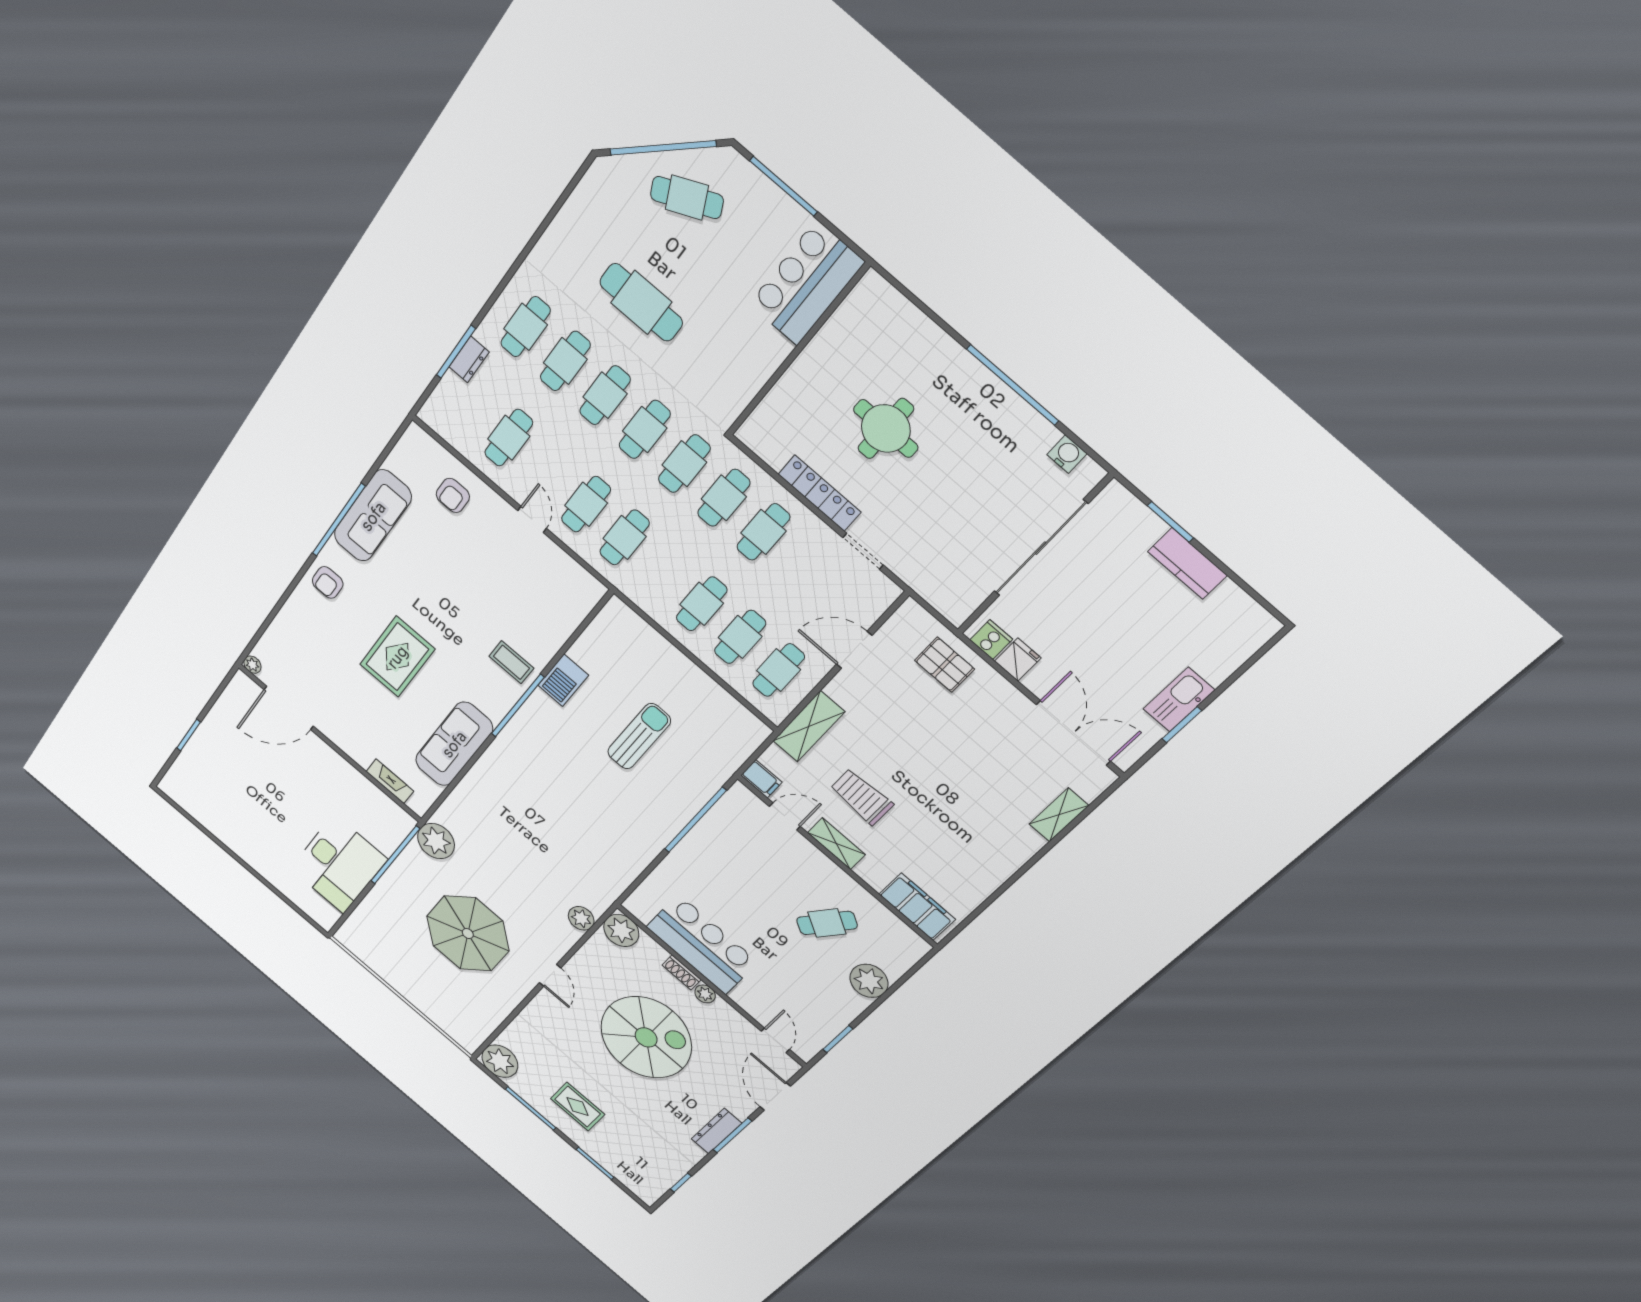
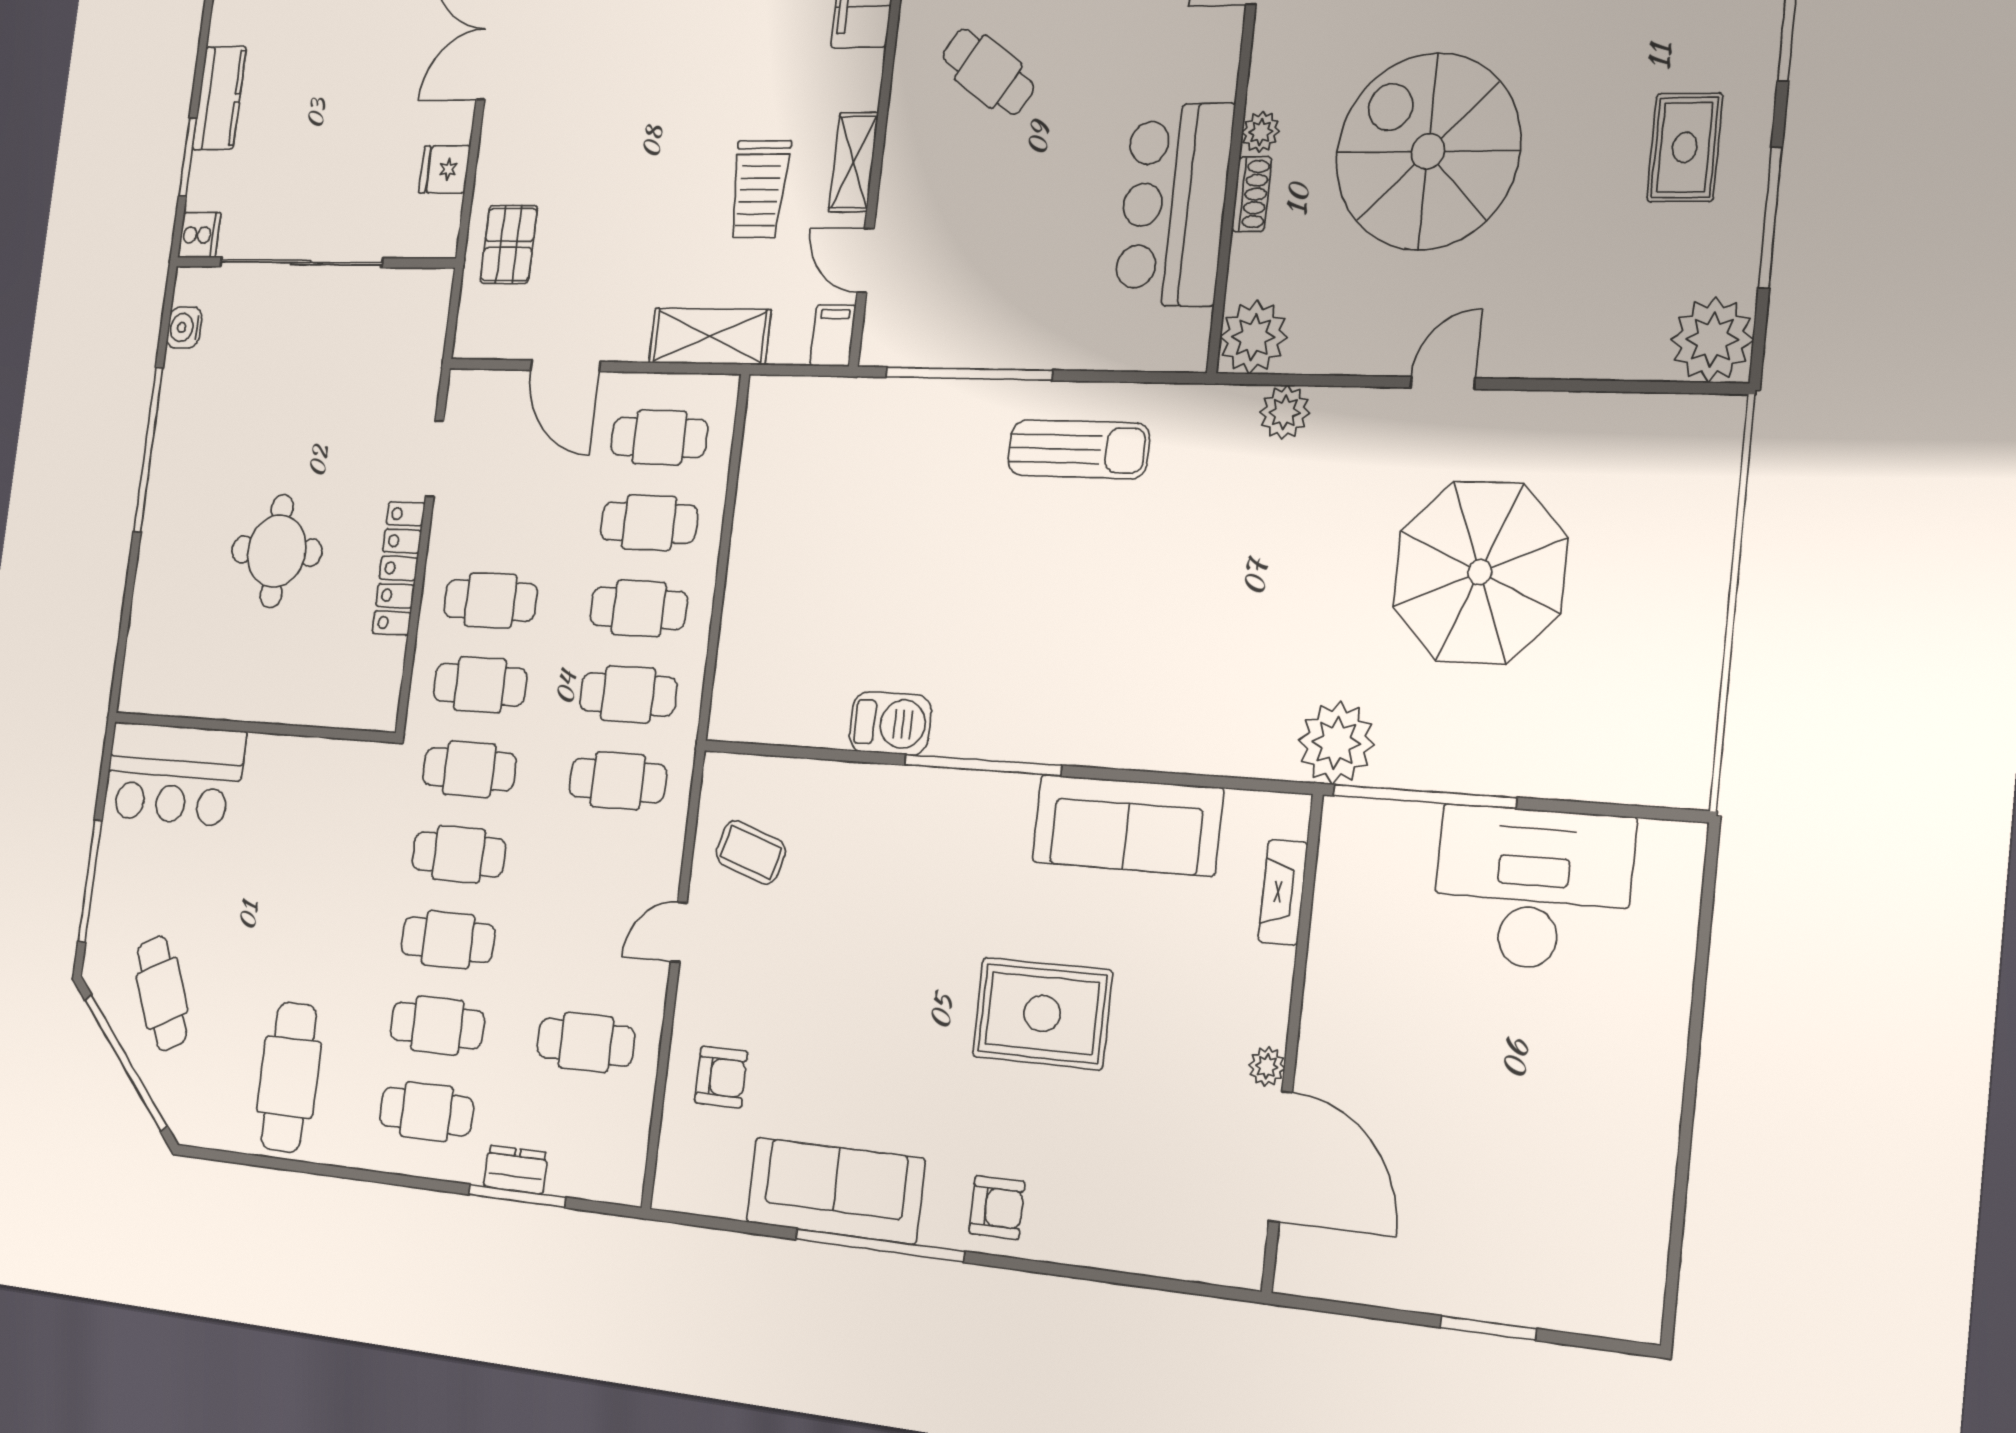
cafe table: (641, 302) -> (289, 1077), moved
cafe table: (586, 504) -> (628, 694), moved
cooker: (991, 640) -> (199, 235), moved, turned 180
coffee table: (511, 662) -> (751, 852), moved, turned -73
plant: (252, 665) -> (1267, 1066), moved
sun lounger: (639, 736) -> (1078, 449), moved, turned 180

